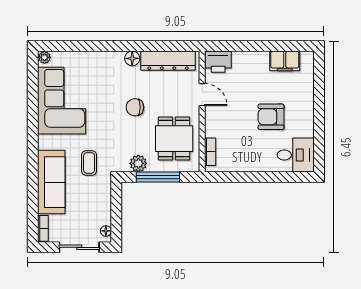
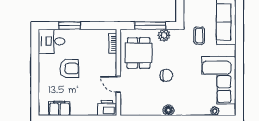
plant: (44, 57) -> (215, 111), moved
dresser: (168, 61) -> (143, 109), removed
window: (271, 177) -> (70, 26), added

